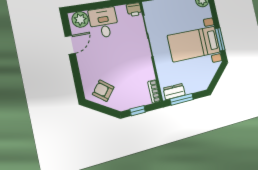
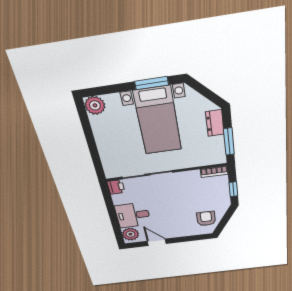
armchair: (103, 91) -> (206, 219), turned 141
dresser: (174, 92) -> (215, 123), moved

